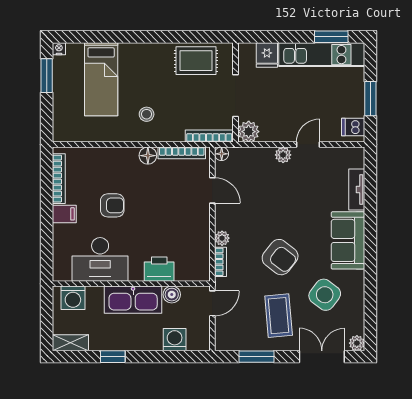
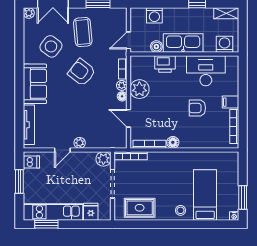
stool: (147, 114) -> (181, 210), moved
floor lamp: (222, 154) -> (122, 96), moved
tv unit: (357, 190) -> (29, 125), width x1.41
plant: (196, 233) -> (139, 89), added

